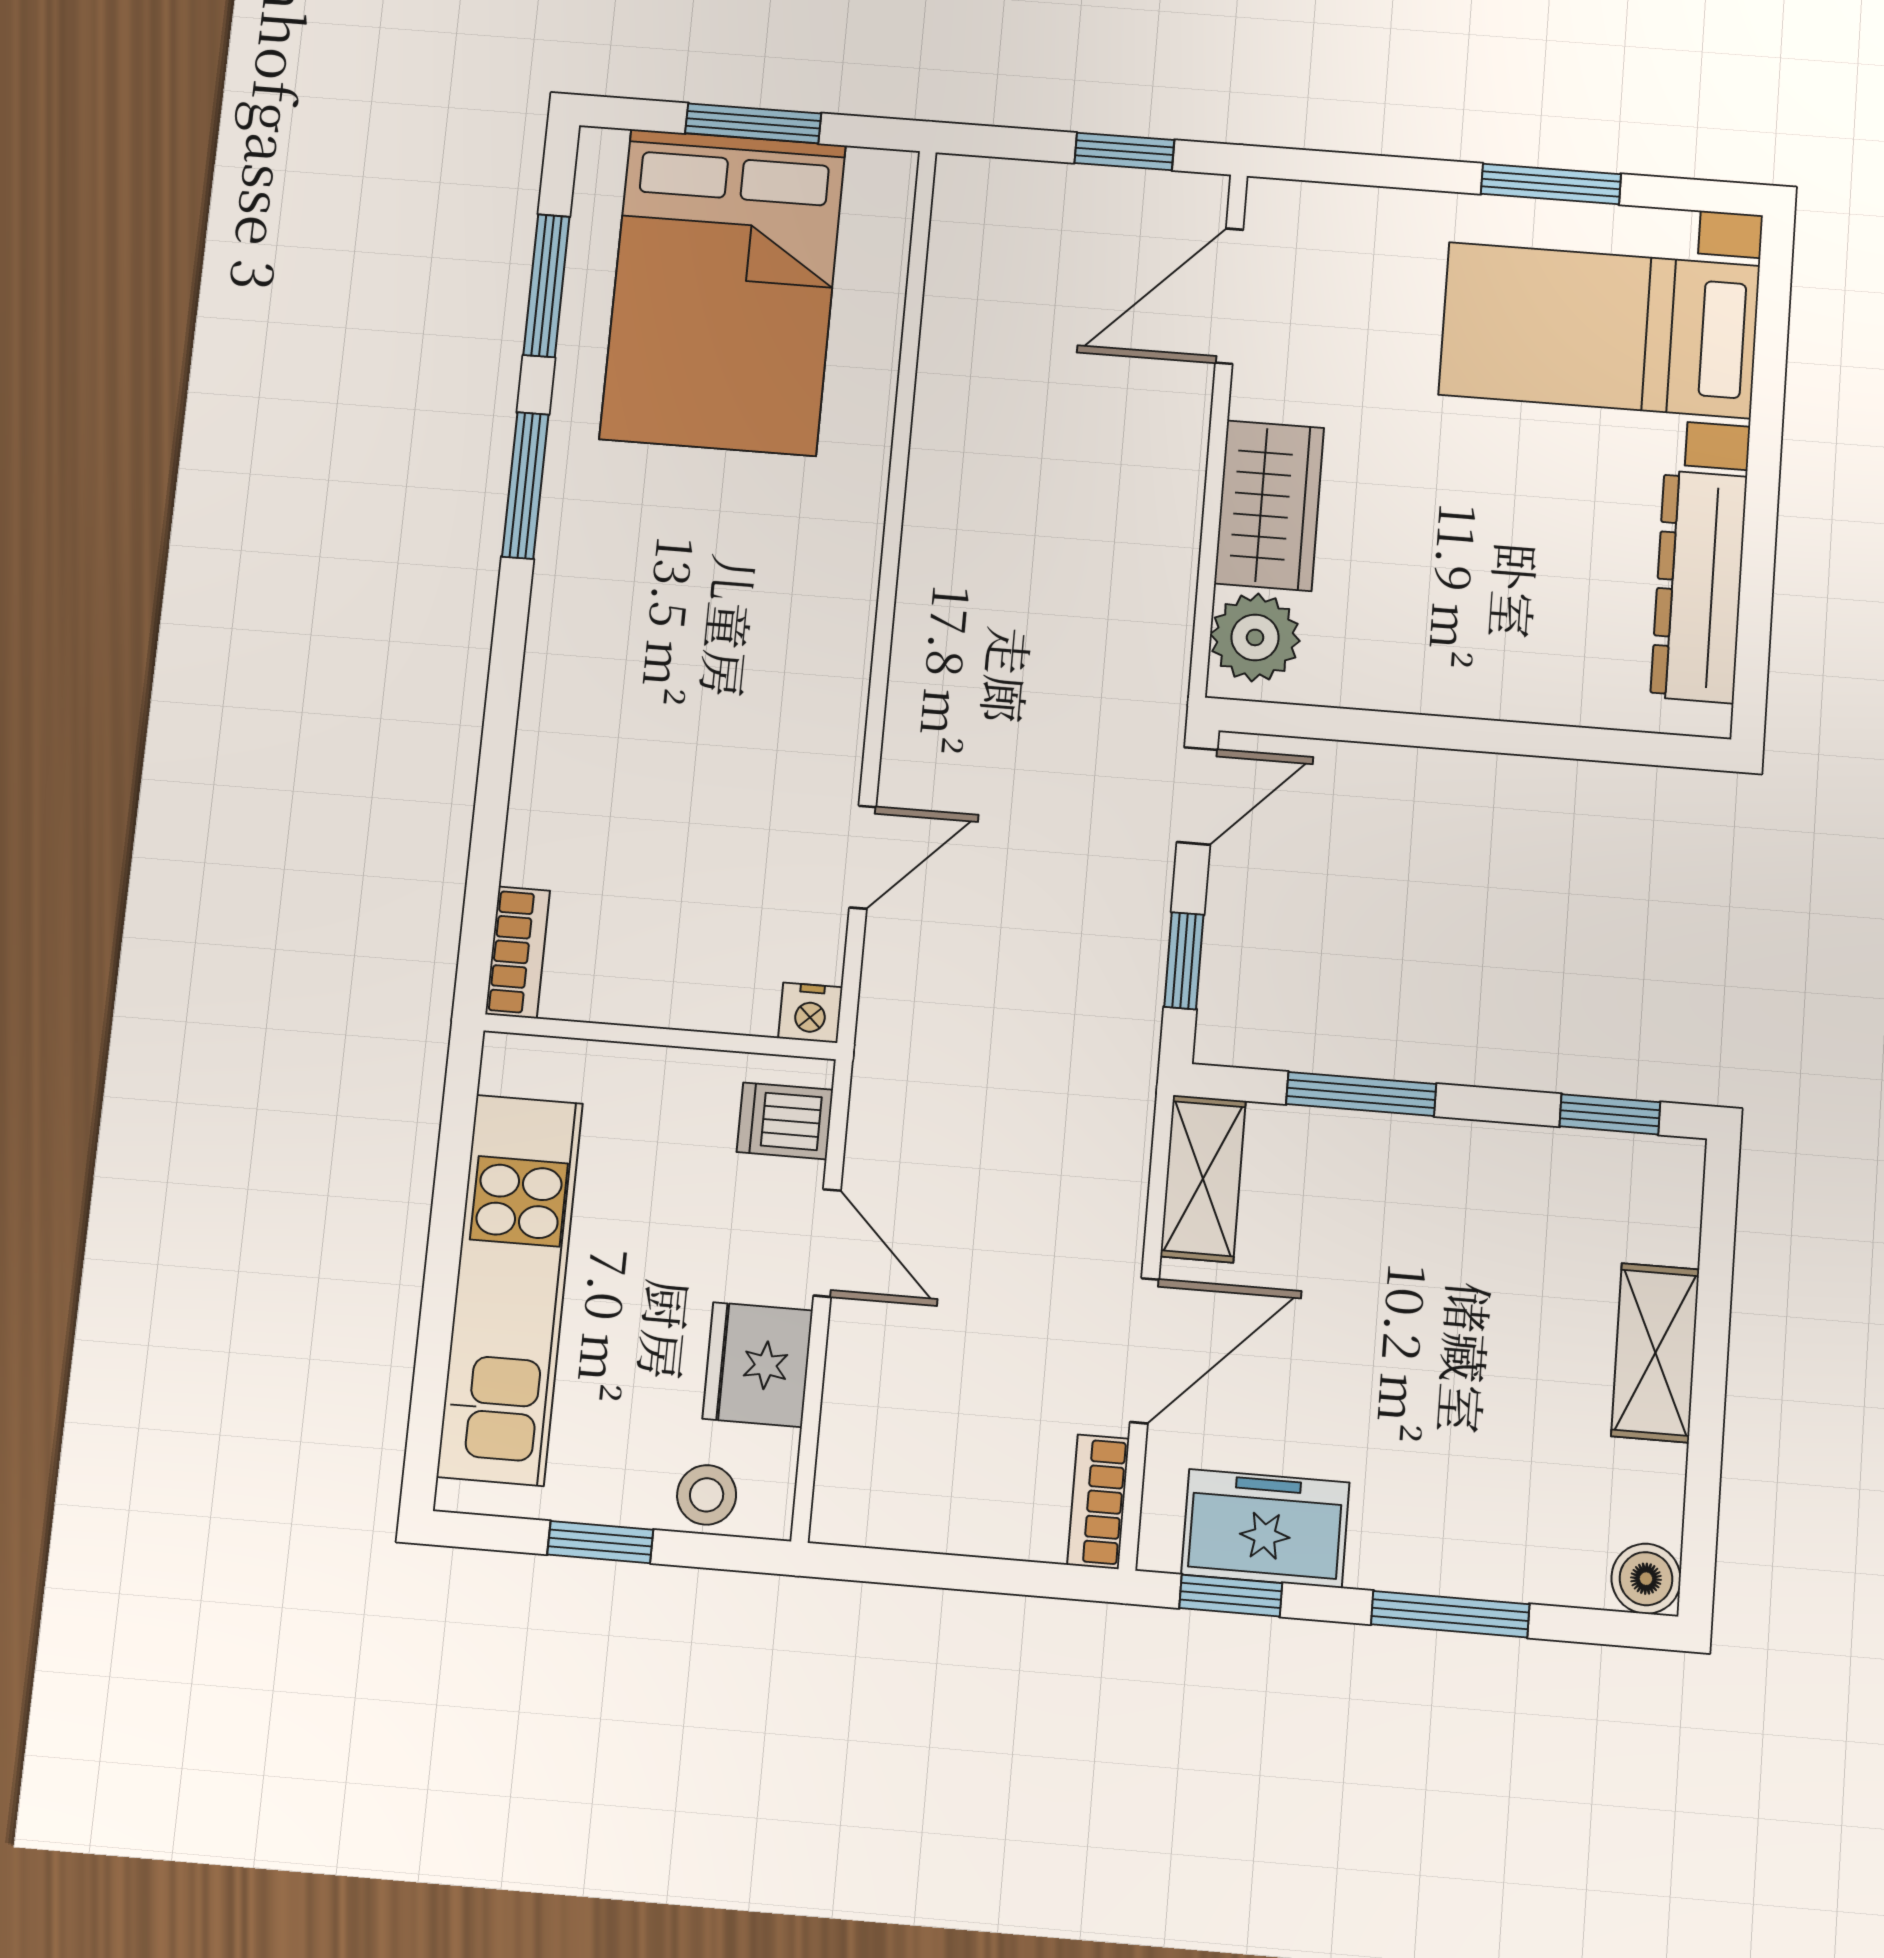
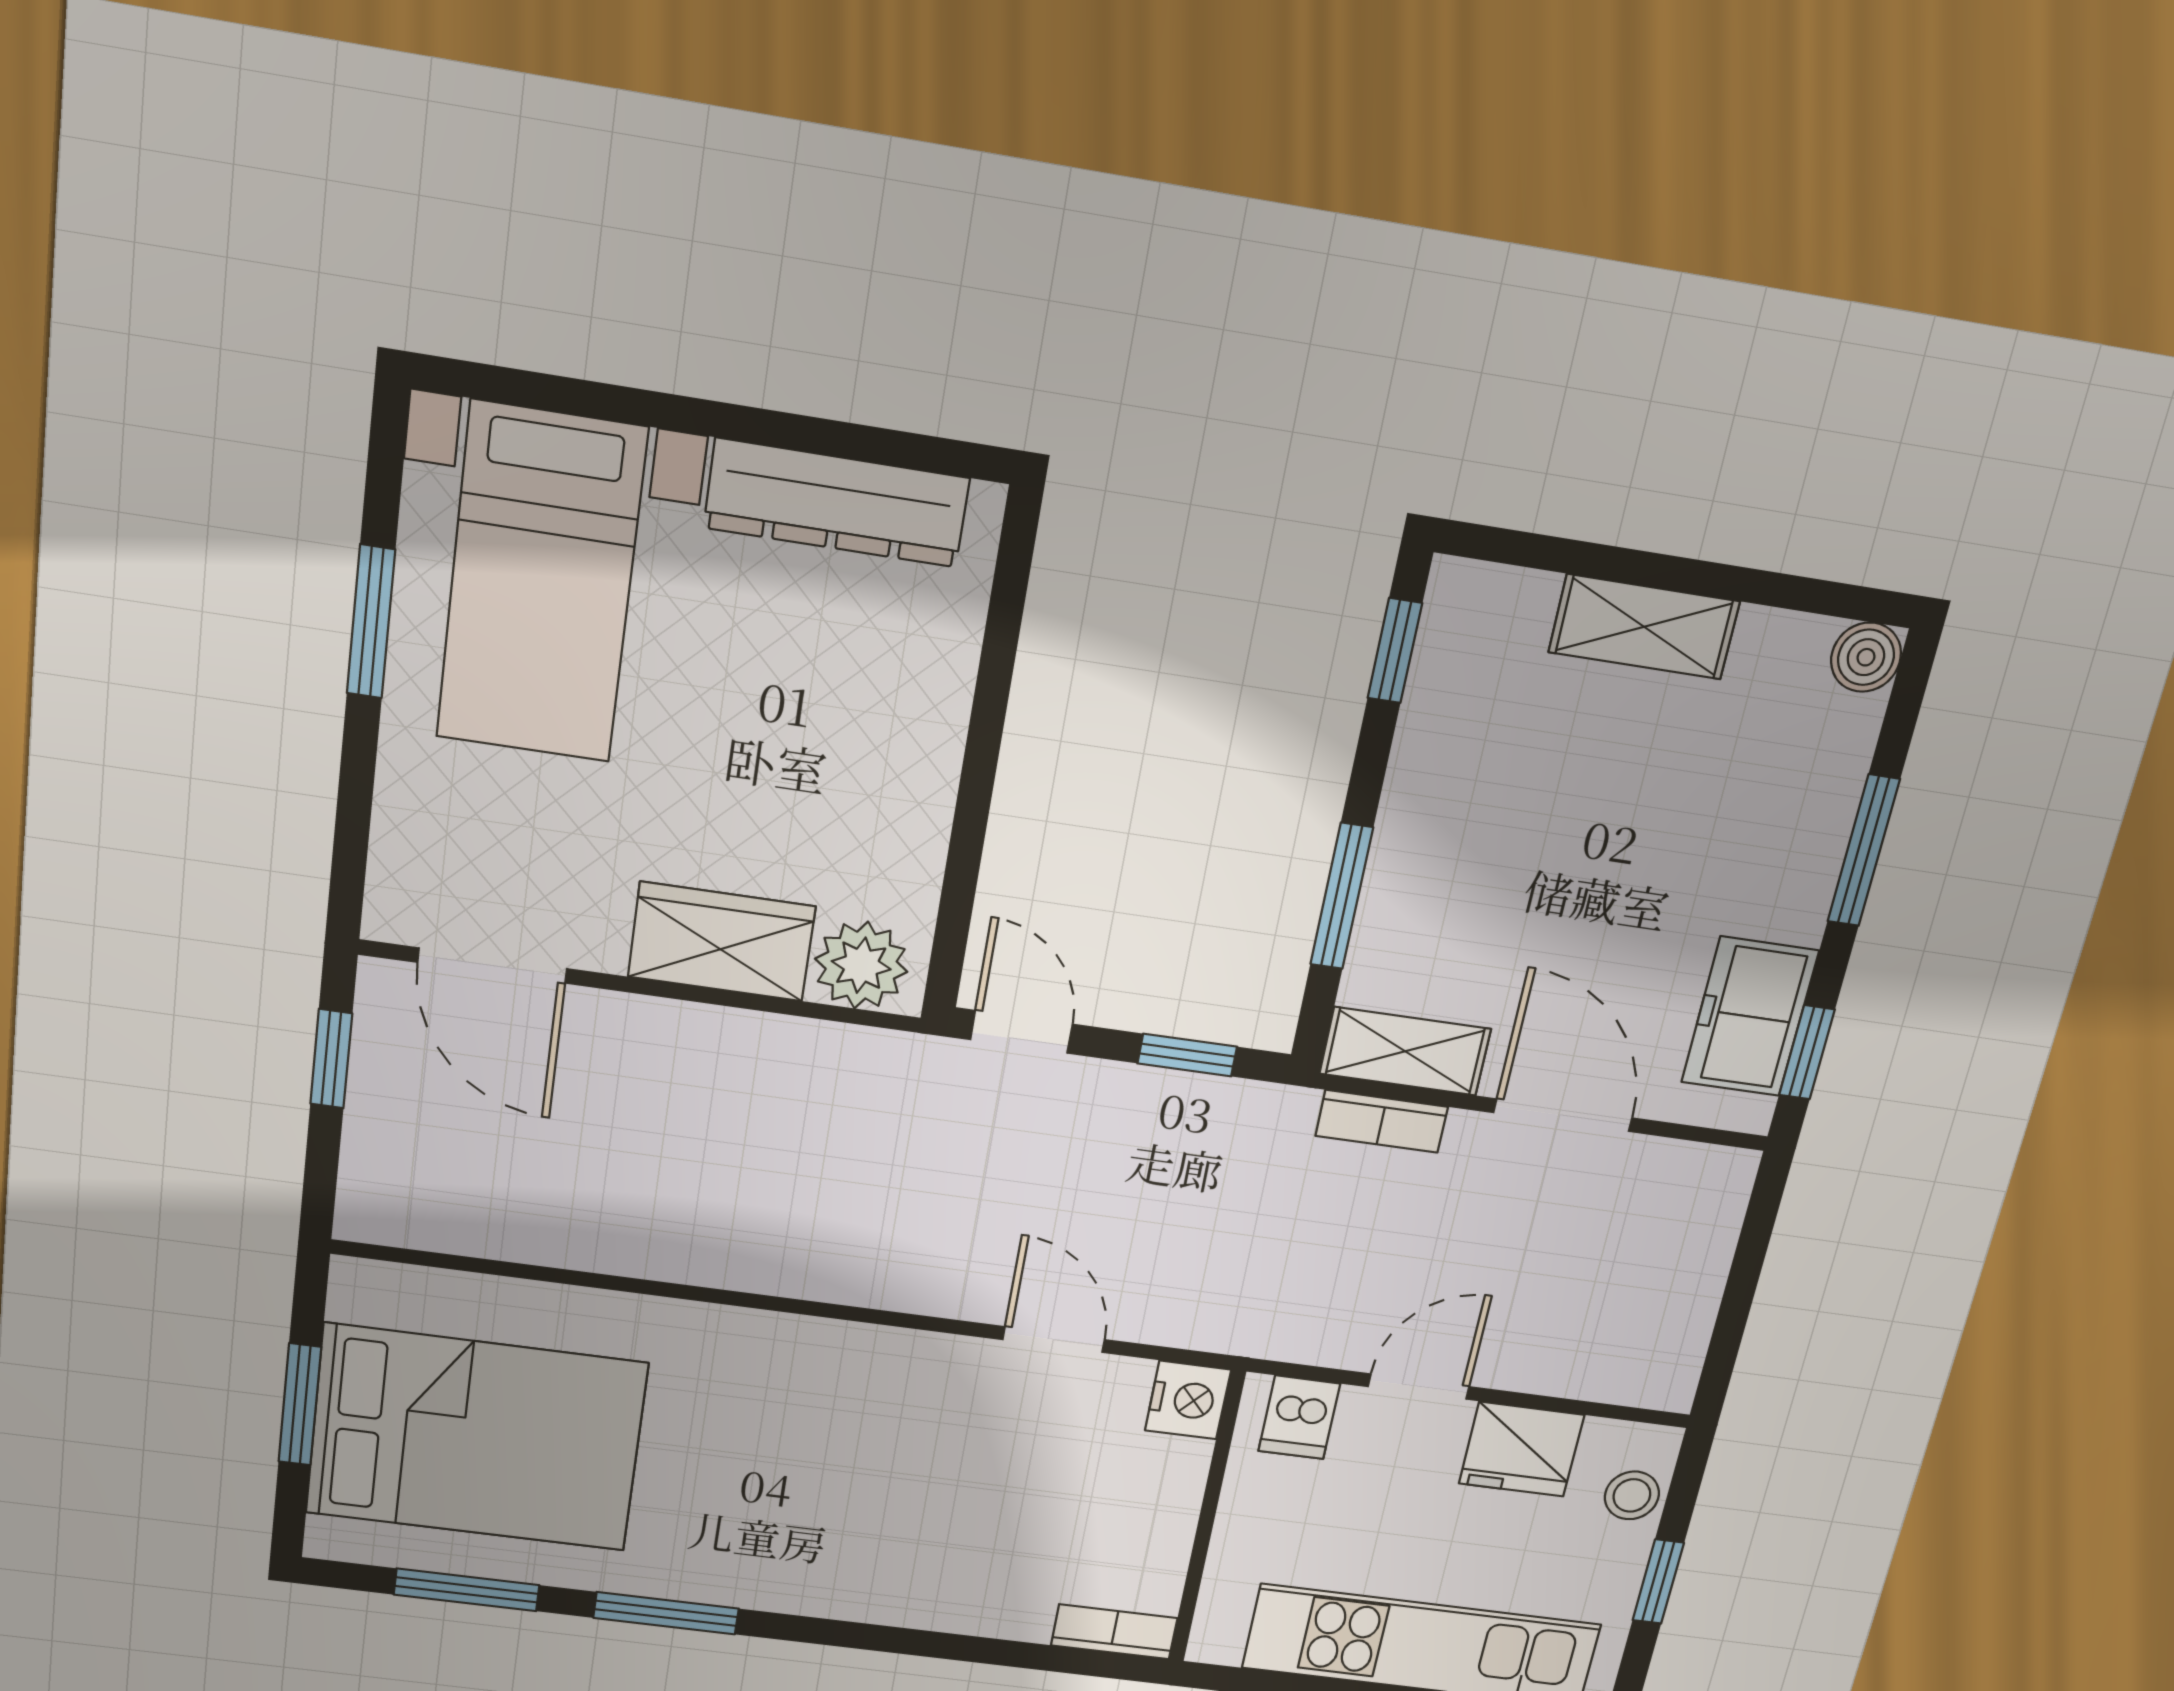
nightstand: (810, 1013) -> (1188, 1400), width x1.39, depth x1.35
bookcase: (1098, 1502) -> (1382, 1121), moved

